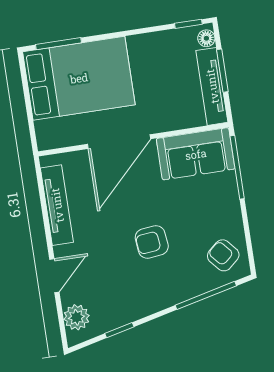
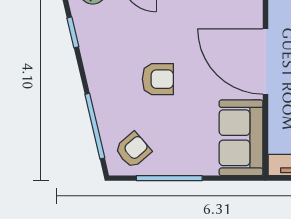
window: (237, 167) -> (169, 178), moved
armchair: (152, 242) -> (158, 79), turned 96

